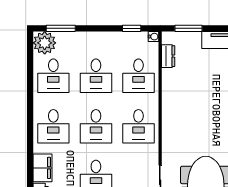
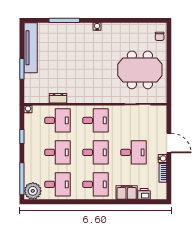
window: (61, 28) -> (22, 179), width x1.44
window: (132, 28) -> (22, 137), moved
window: (189, 28) -> (22, 69), moved
dresser: (168, 56) -> (58, 98), moved

